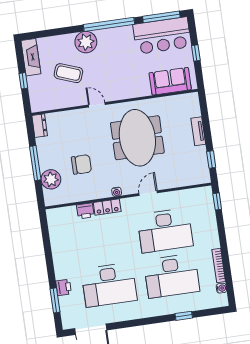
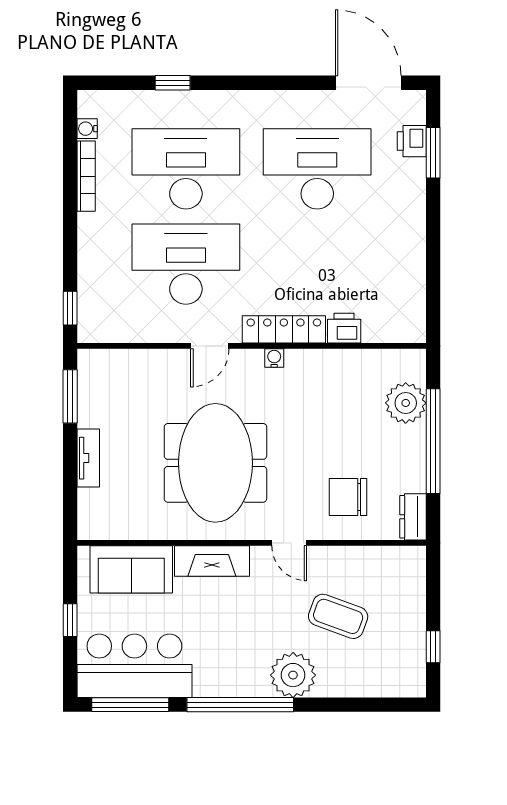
fireplace: (31, 57) -> (212, 561), moved, turned -90
window: (23, 81) -> (433, 647), moved
window: (211, 159) -> (70, 396), width x1.50
window: (35, 163) -> (433, 441), width x1.46
chair: (81, 164) -> (348, 497), moved
locker: (107, 207) -> (284, 329), width x1.53
printer: (64, 287) -> (412, 141), moved

